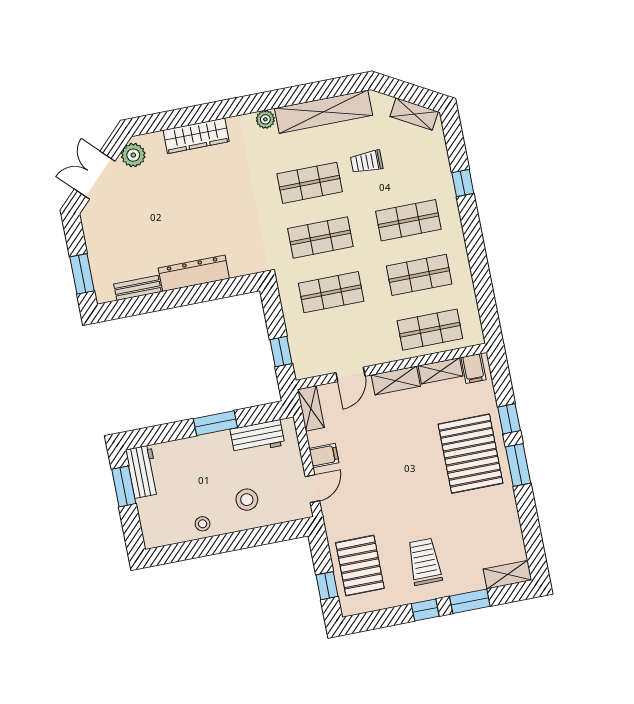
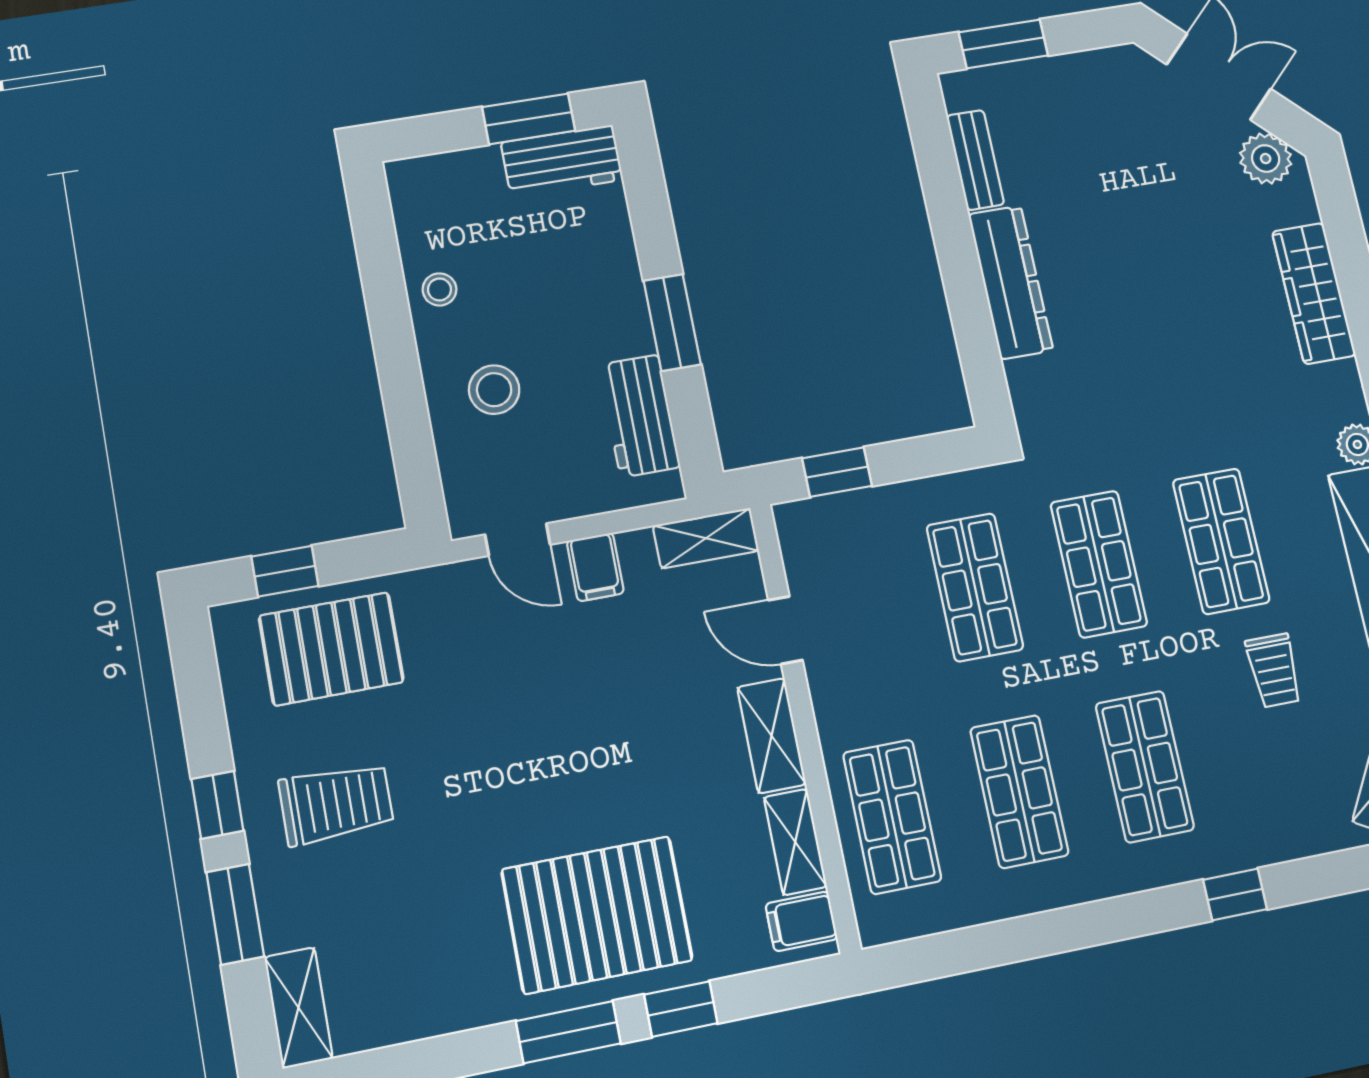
trolley: (367, 162) -> (1274, 670), turned 180

